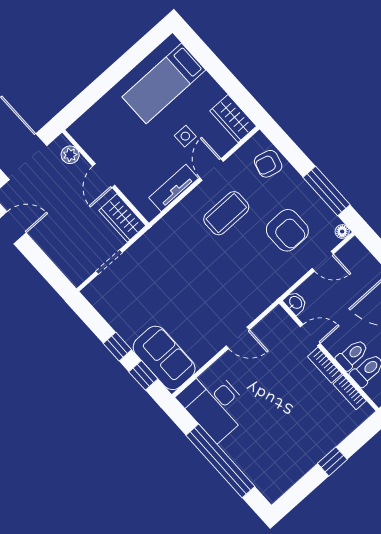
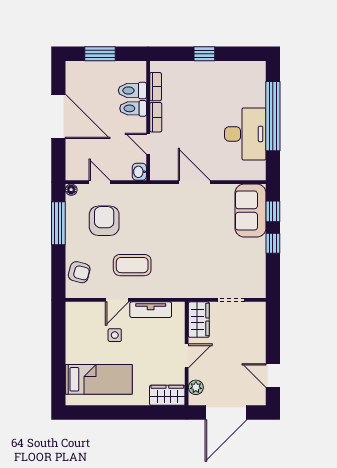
wardrobe: (233, 119) -> (167, 395), moved, turned -90
door: (238, 338) -> (194, 182), width x1.38
desk: (214, 404) -> (245, 134), moved

